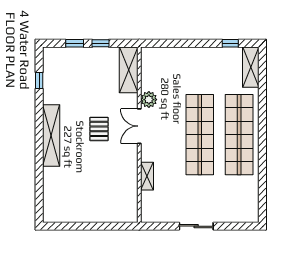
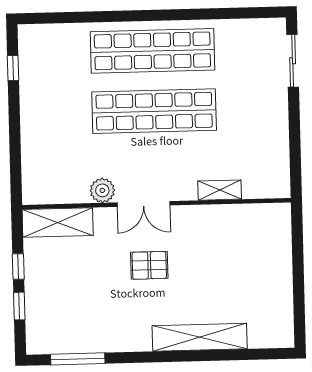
shelving: (251, 67) -> (49, 36), removed
window: (39, 81) -> (78, 359), width x2.17
shelving: (51, 136) -> (200, 337), moved
sliding door: (196, 226) -> (293, 61), moved

